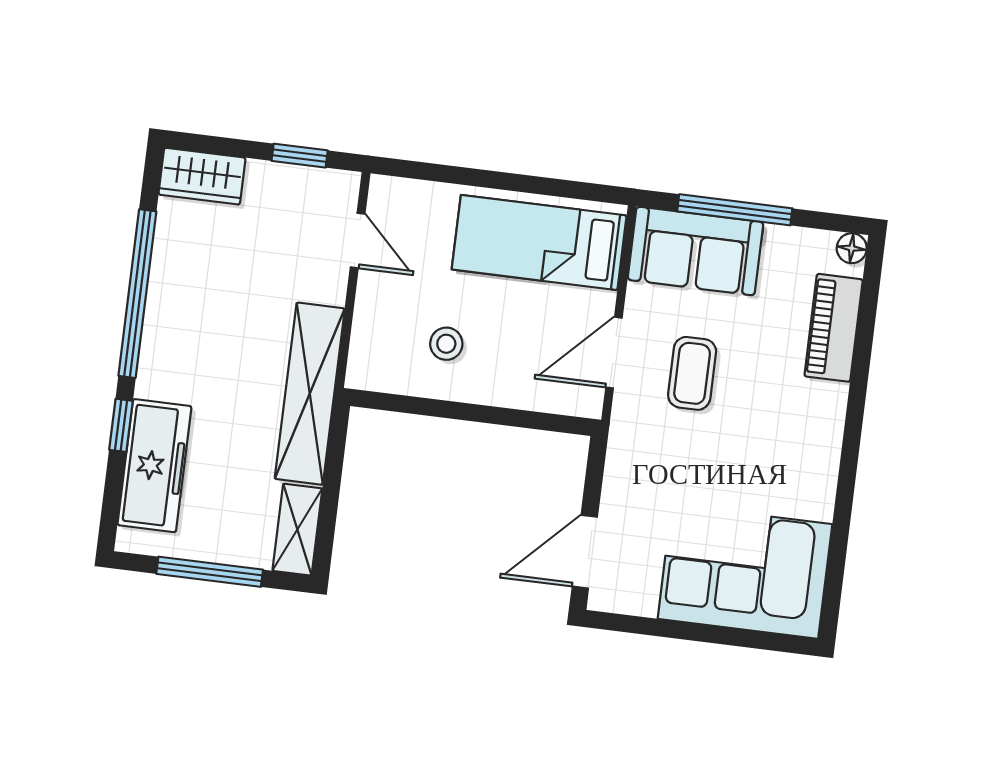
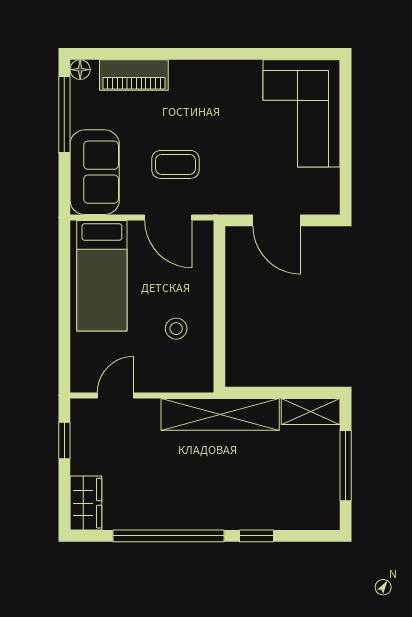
window: (735, 210) -> (64, 115), moved
freezer: (154, 466) -> (280, 511), removed
door: (585, 552) -> (277, 220), moved

